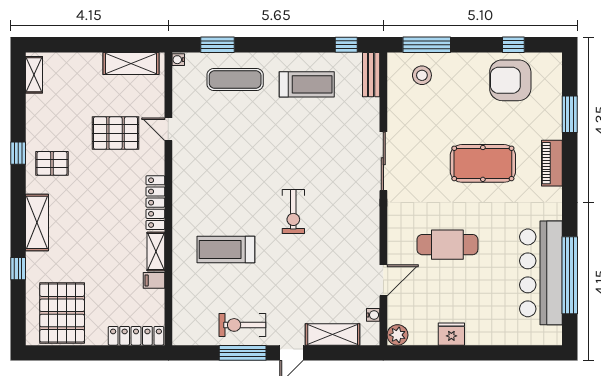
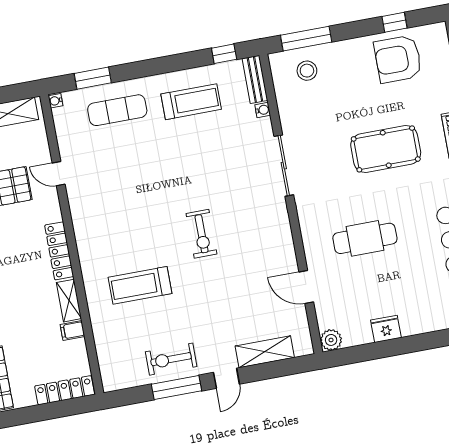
door: (383, 280) -> (306, 287), swing flipped
water cooler: (373, 315) -> (263, 110), moved

